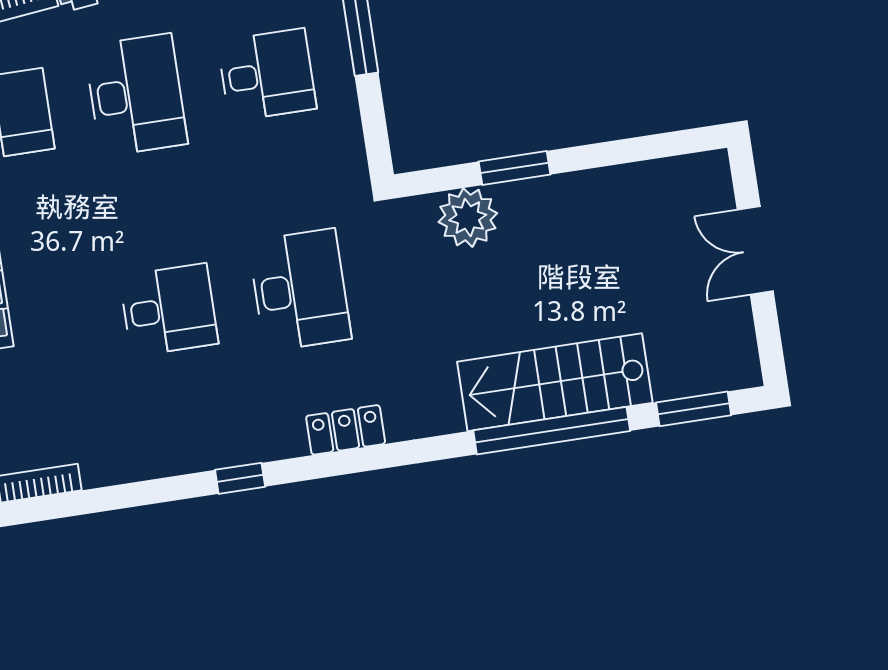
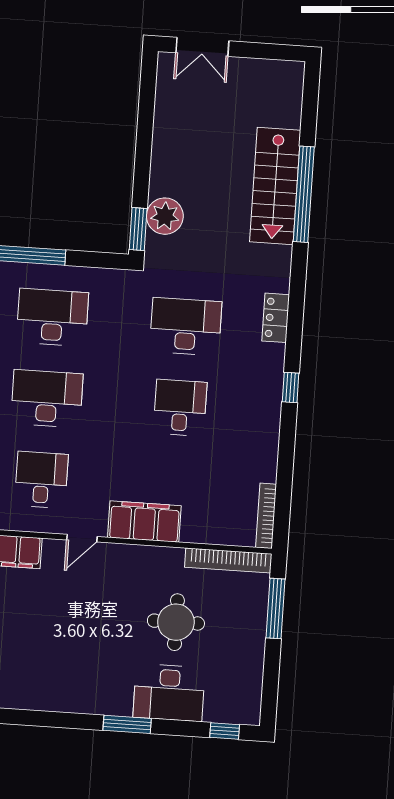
desk: (267, 75) -> (52, 317), width x1.37
window: (514, 168) -> (138, 229), moved
double door: (755, 250) -> (202, 47), moved
window: (694, 409) -> (310, 106), removed

